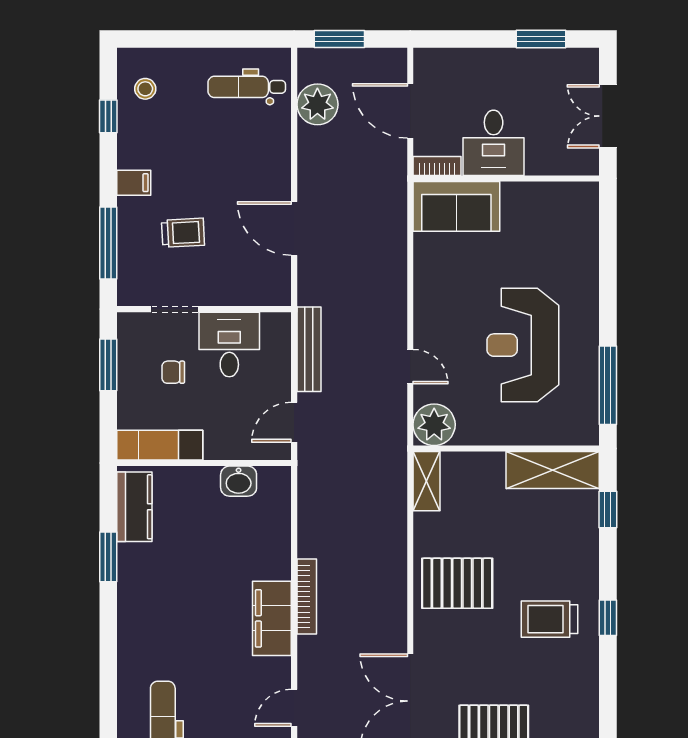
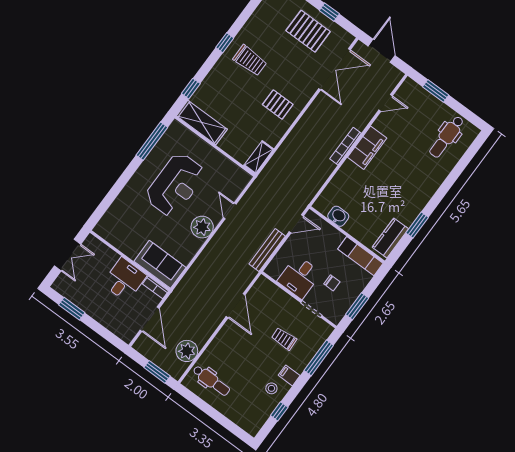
stool: (145, 89) -> (271, 388), moved
plant: (434, 425) -> (202, 227), moved
pallet: (457, 583) -> (278, 105), width x0.67, depth x0.71

